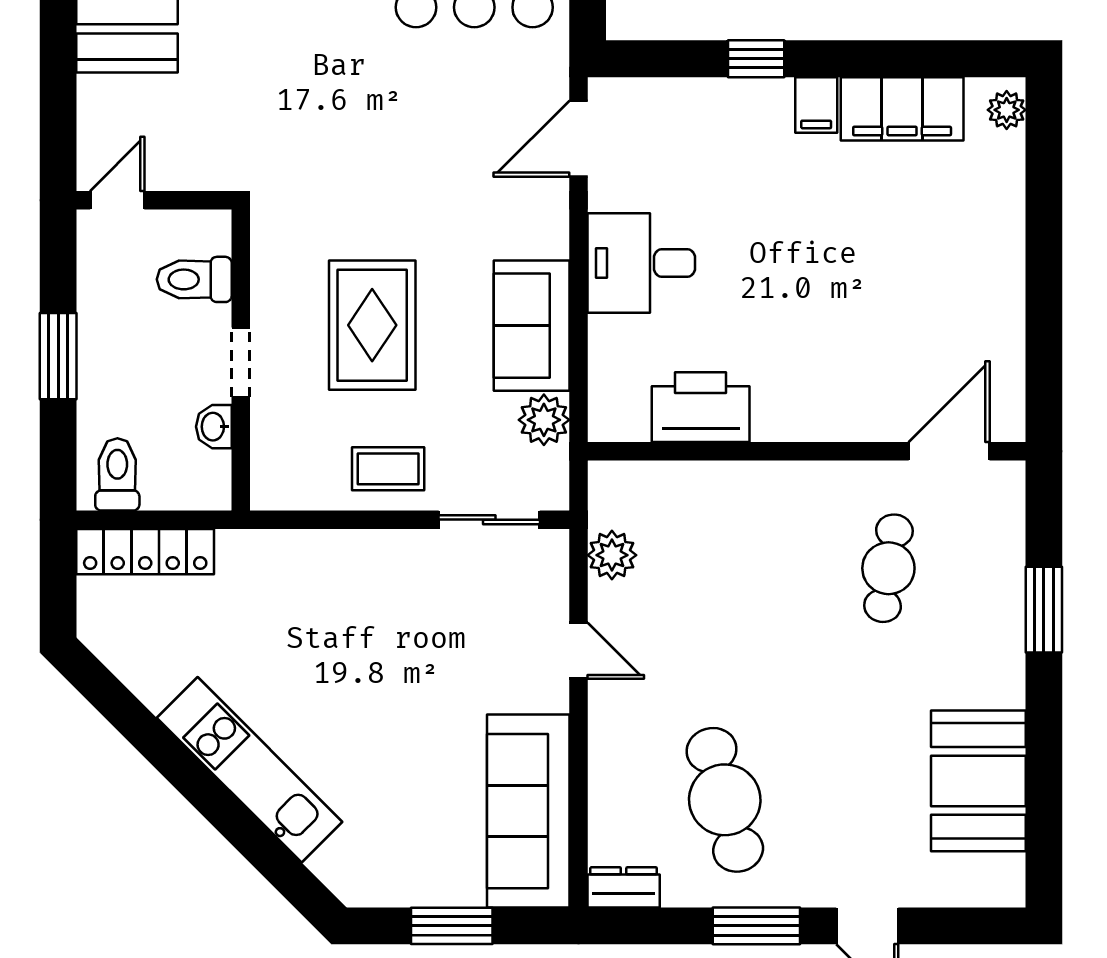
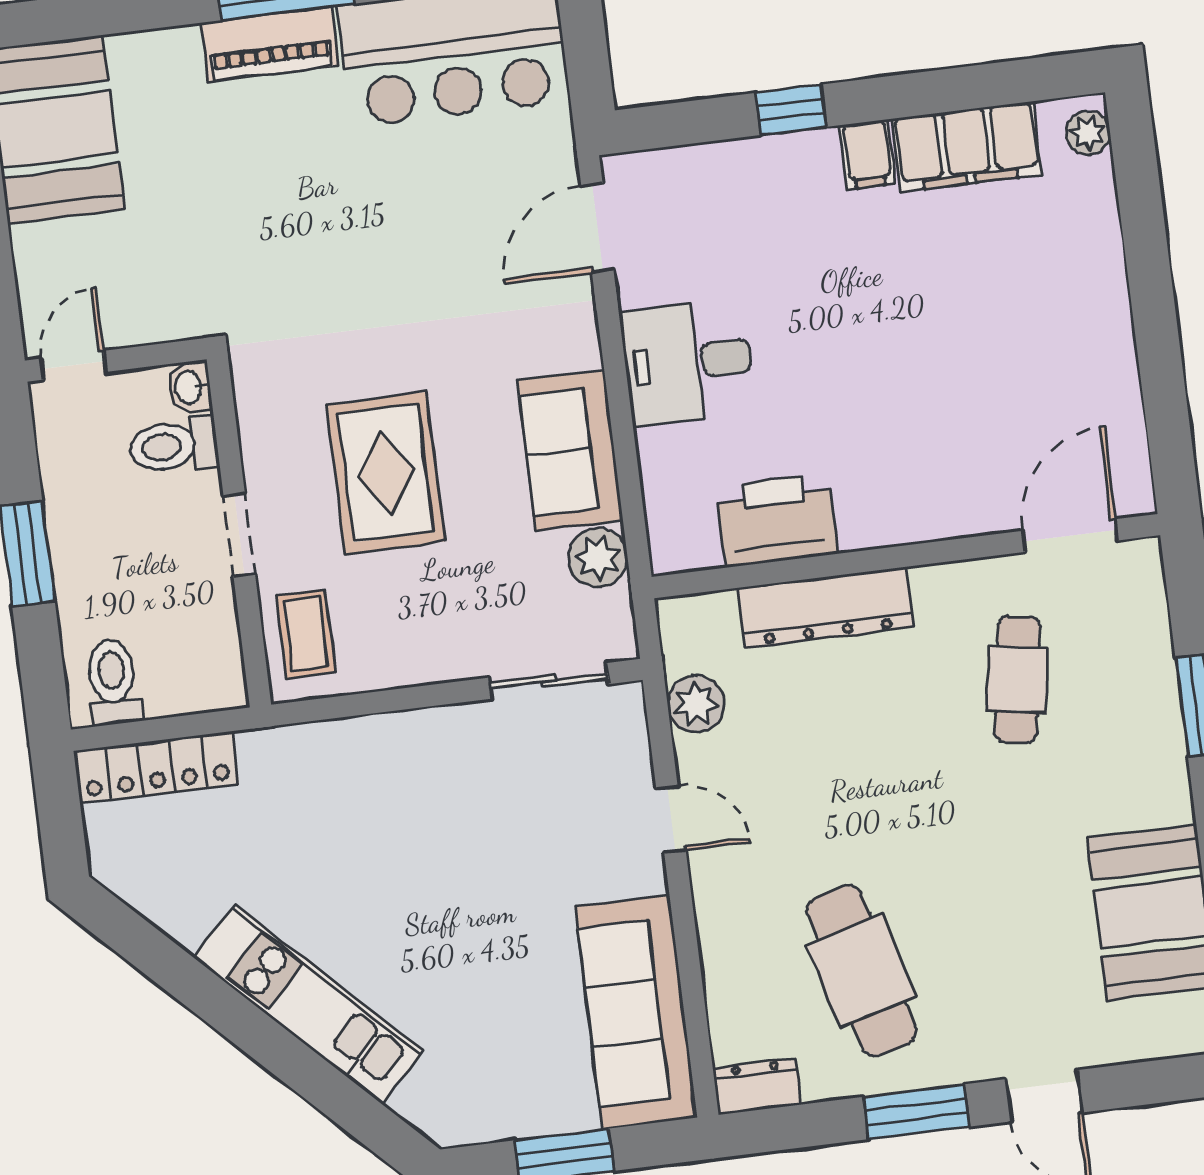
washbasin: (214, 427) -> (189, 387), moved
coffee table: (388, 469) -> (306, 634), moved, turned 90
dresser: (732, 486) -> (825, 607), added

